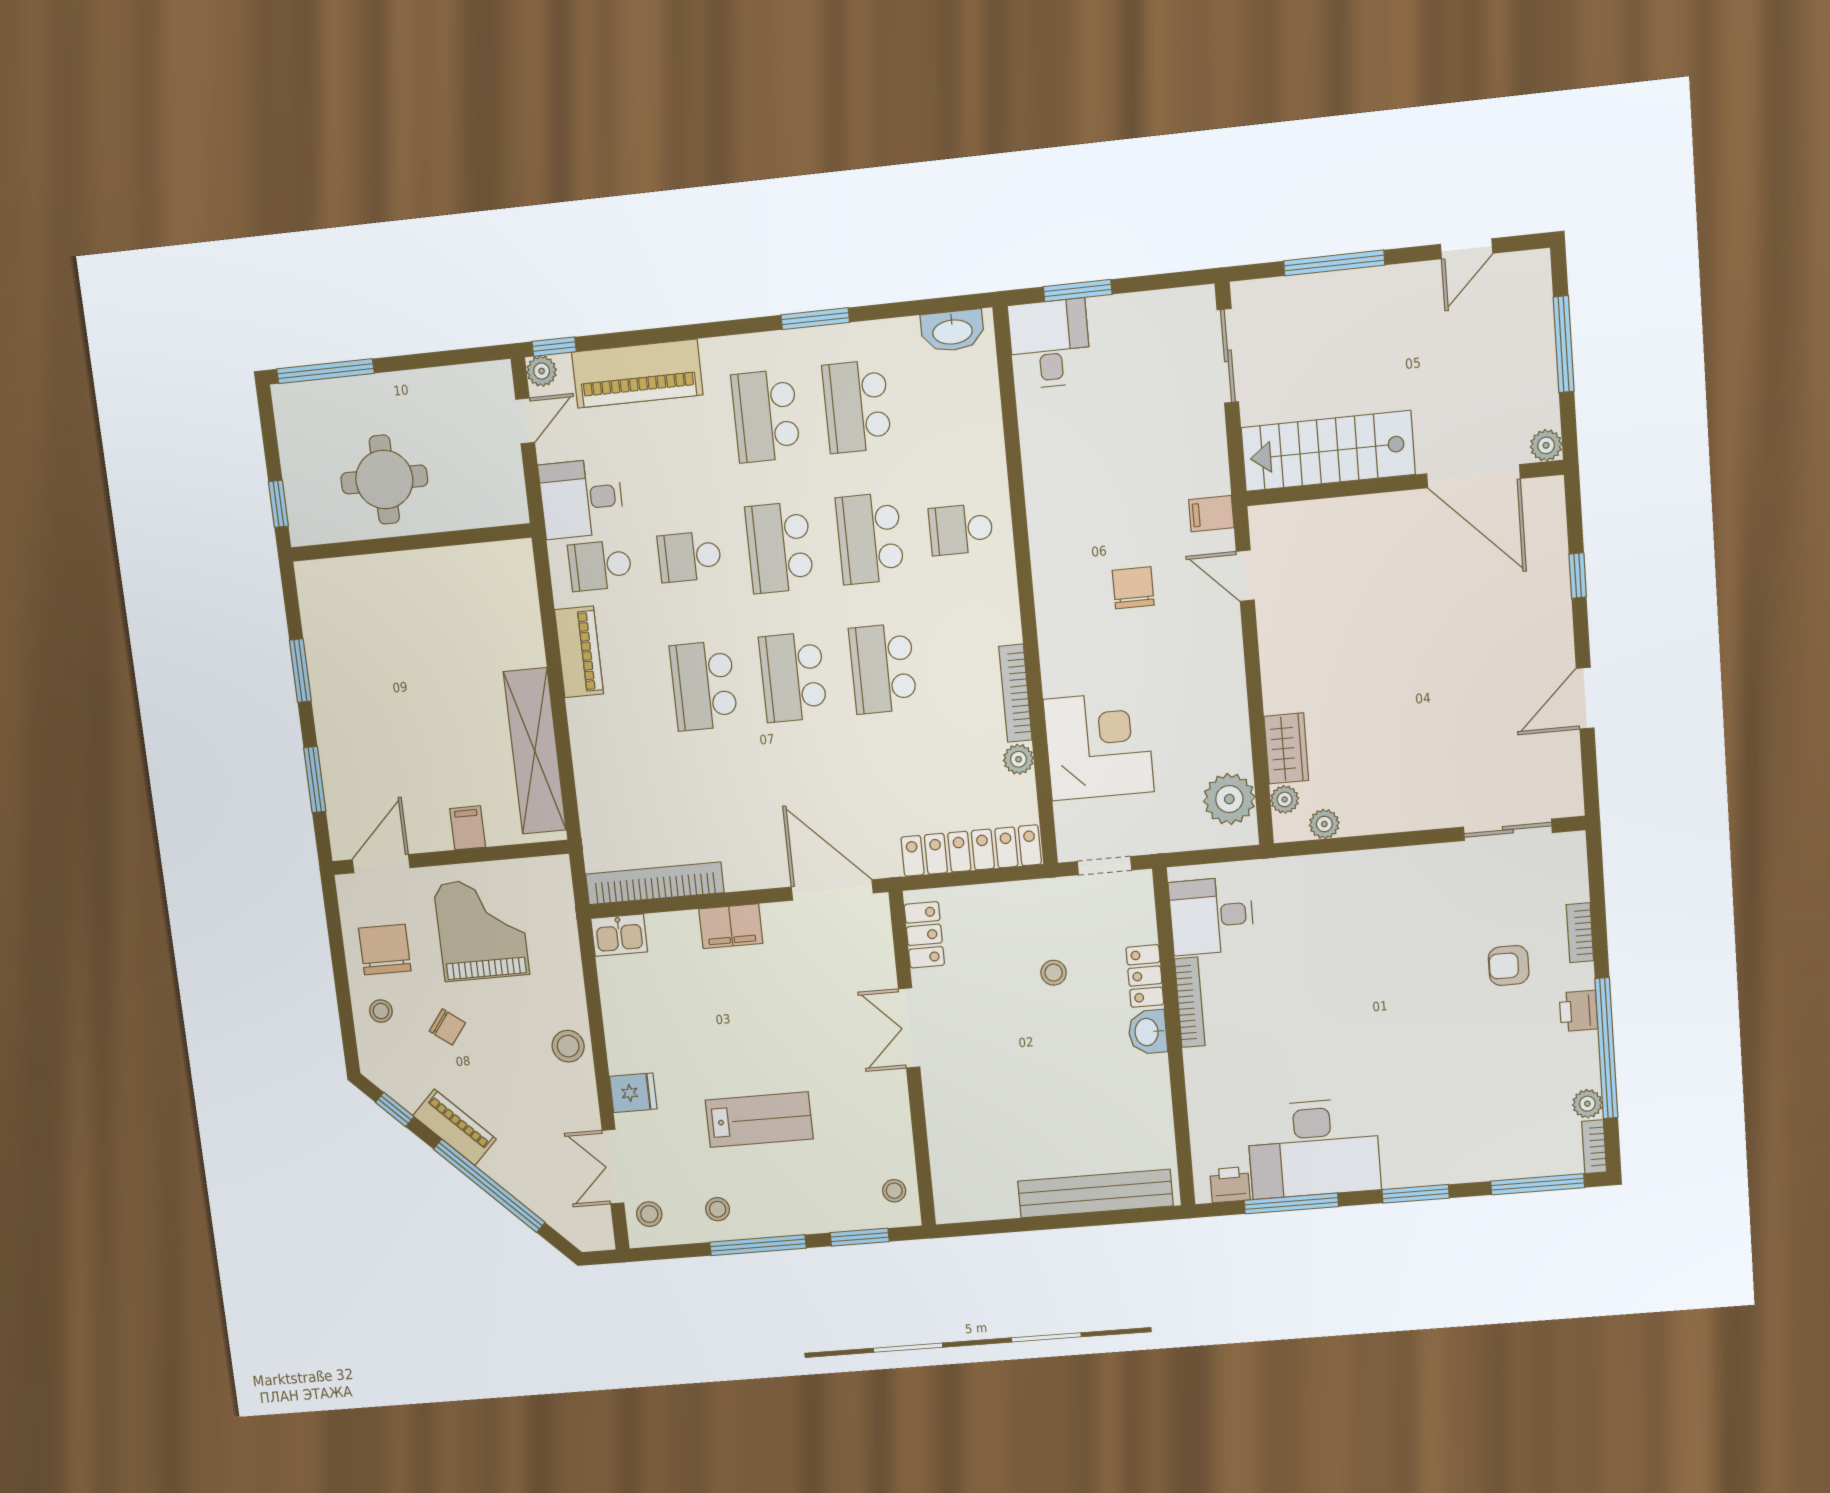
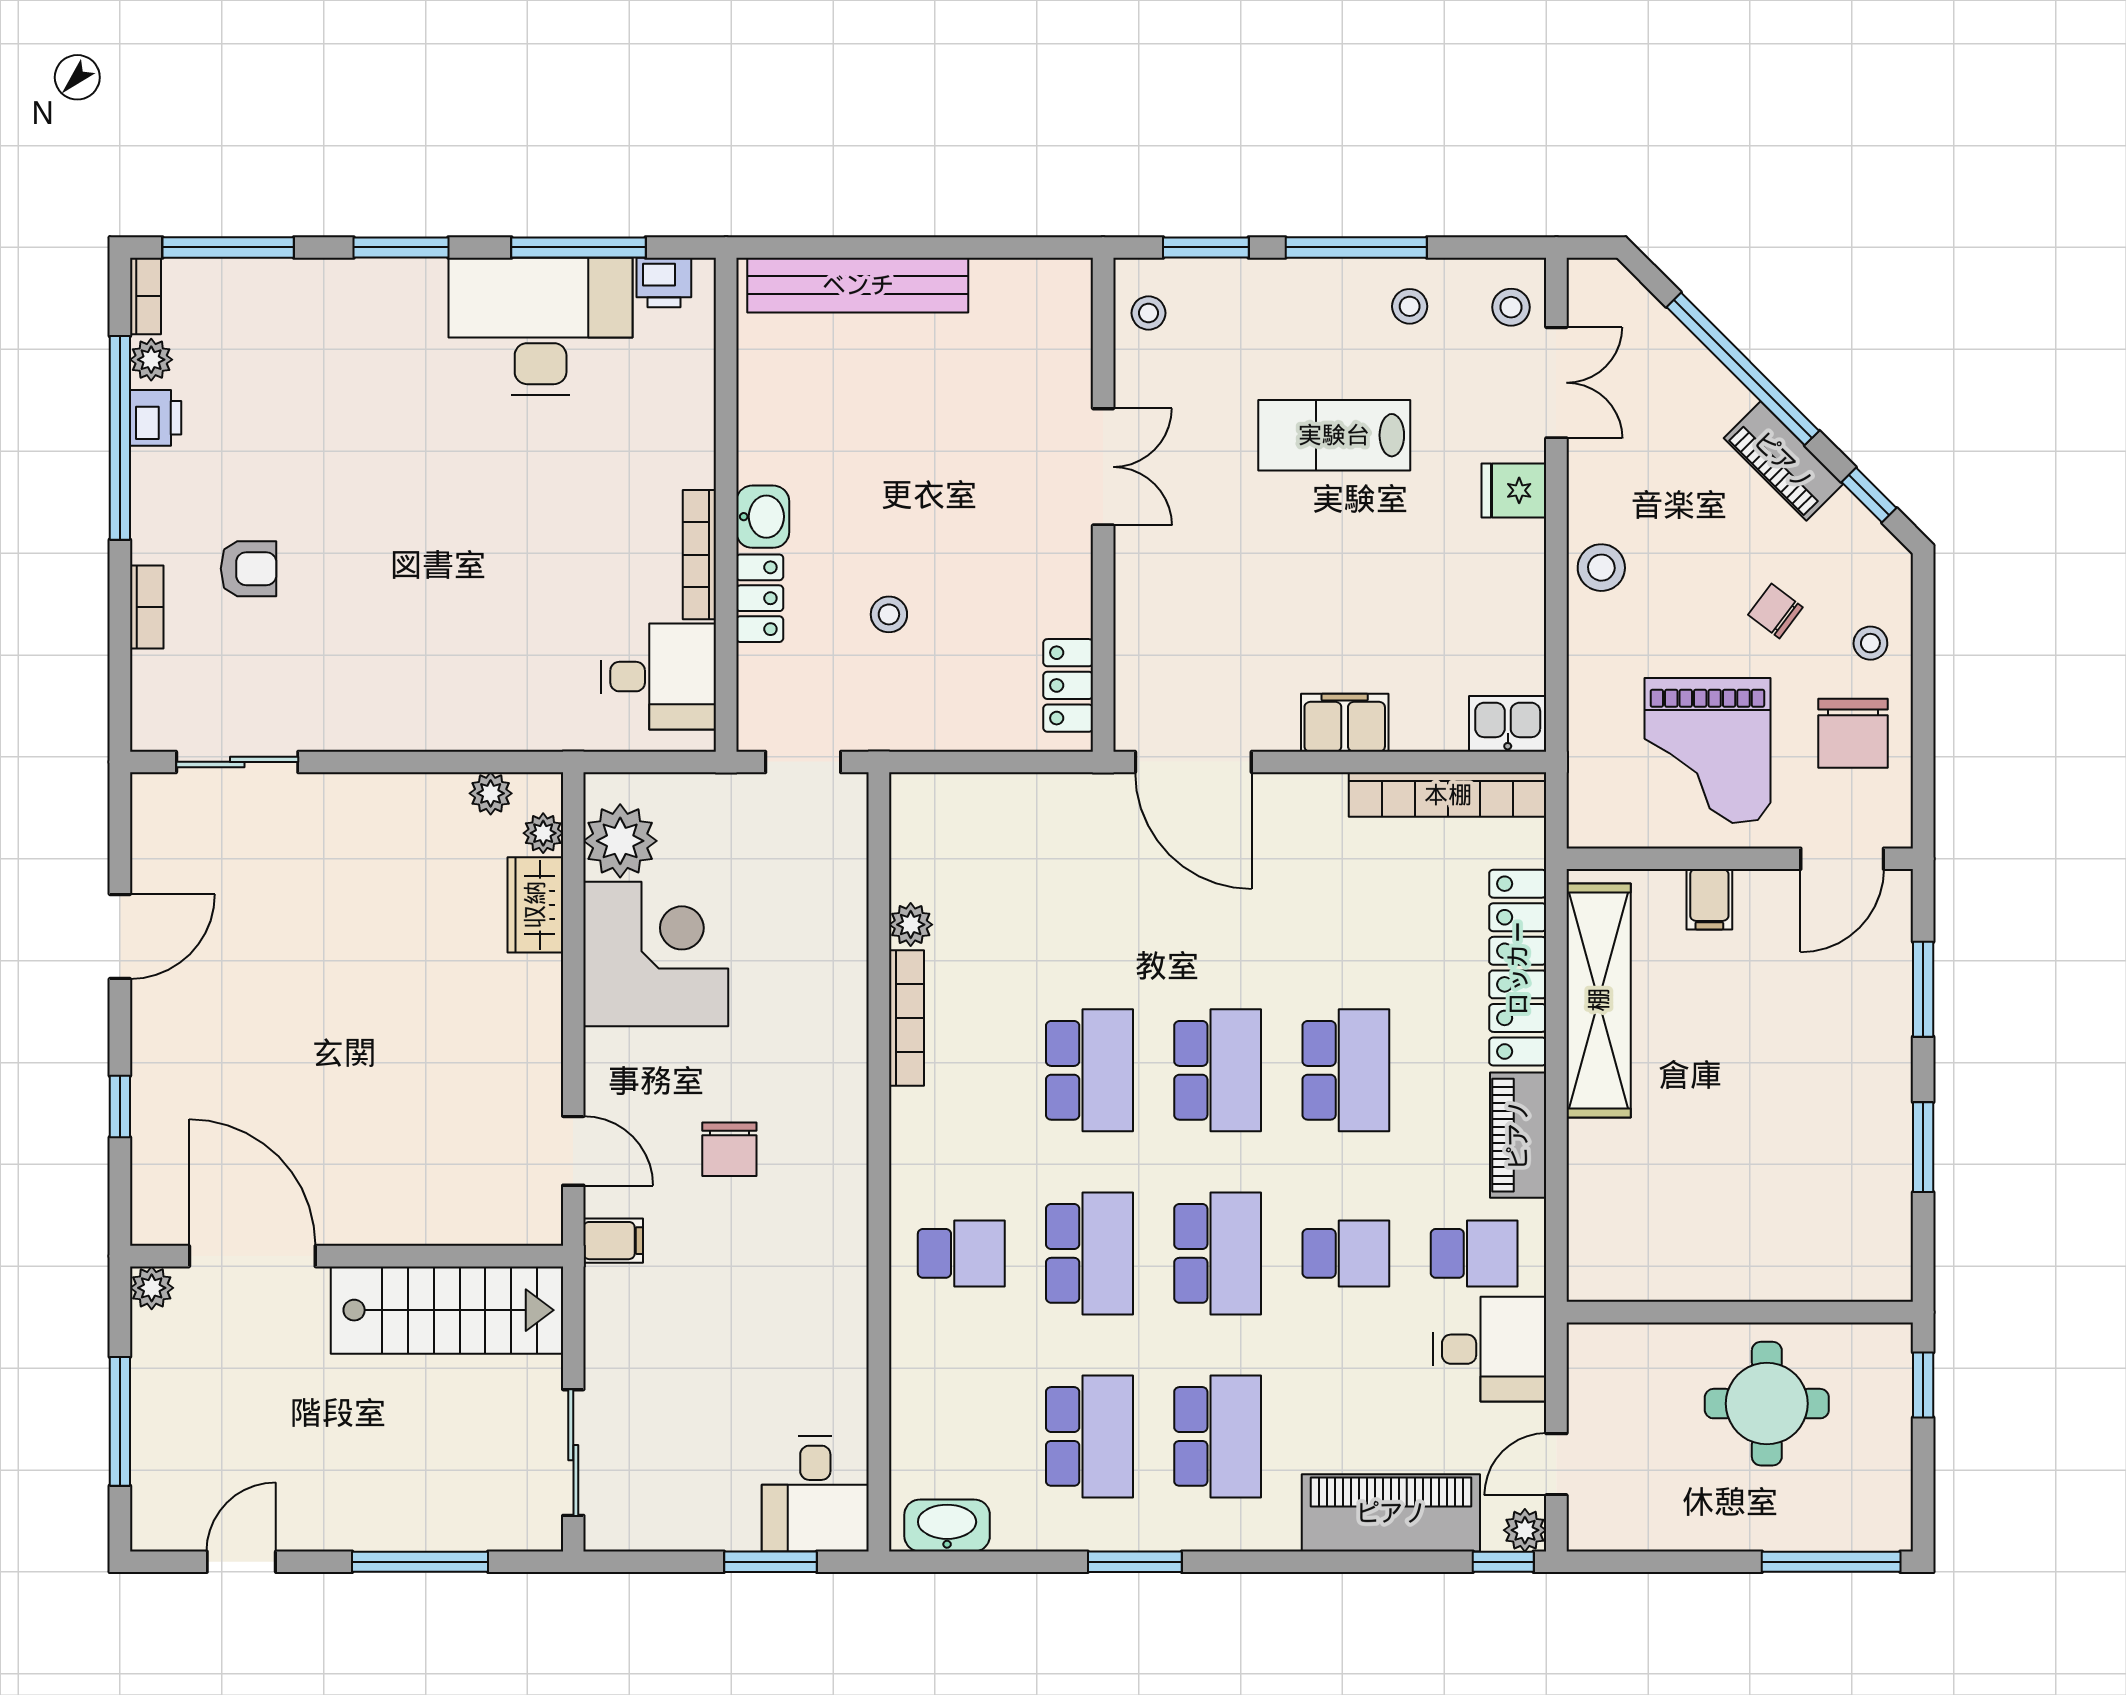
corner desk: (1099, 746) -> (656, 954), moved, turned 180
locker: (971, 851) -> (1518, 968), moved, turned 90
printer: (1578, 1011) -> (156, 418), moved
double door: (909, 1028) -> (1103, 467), moved

